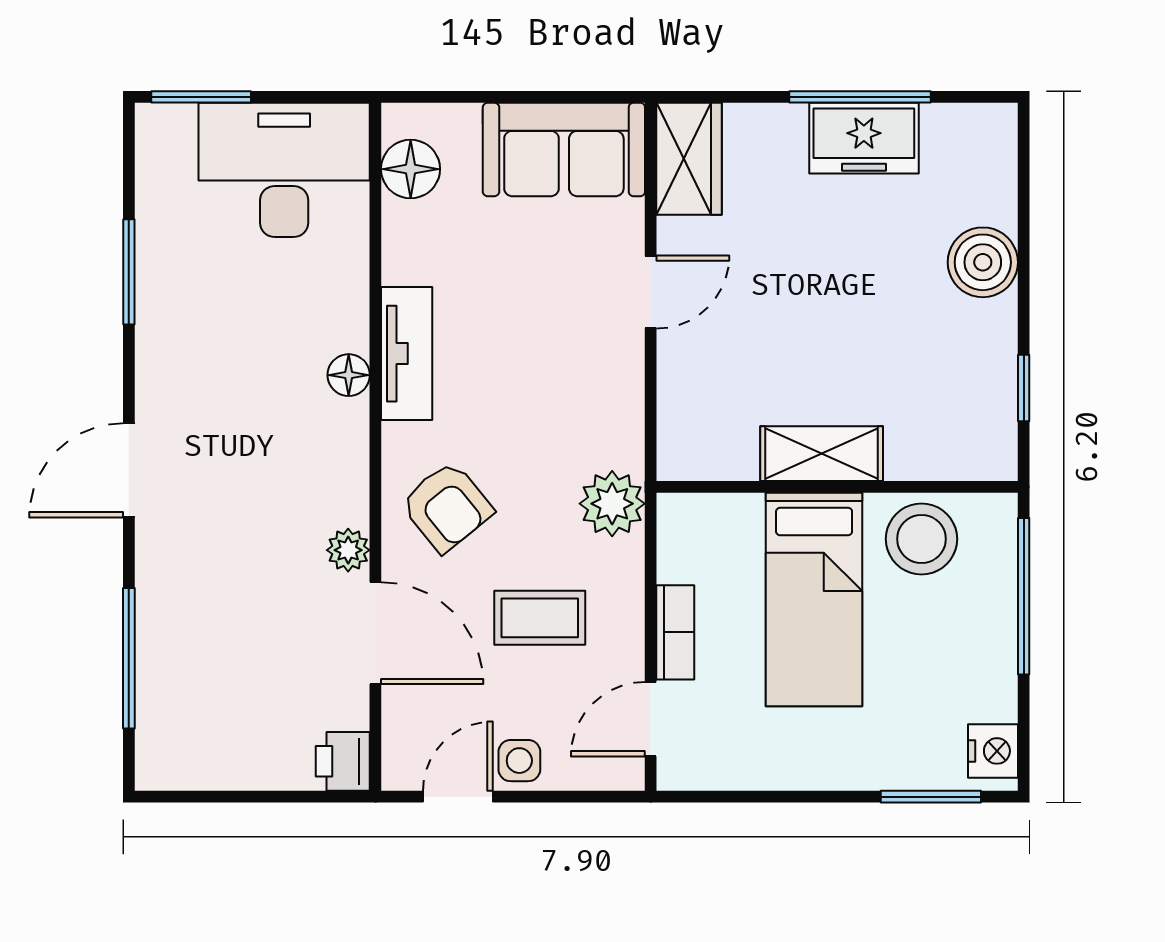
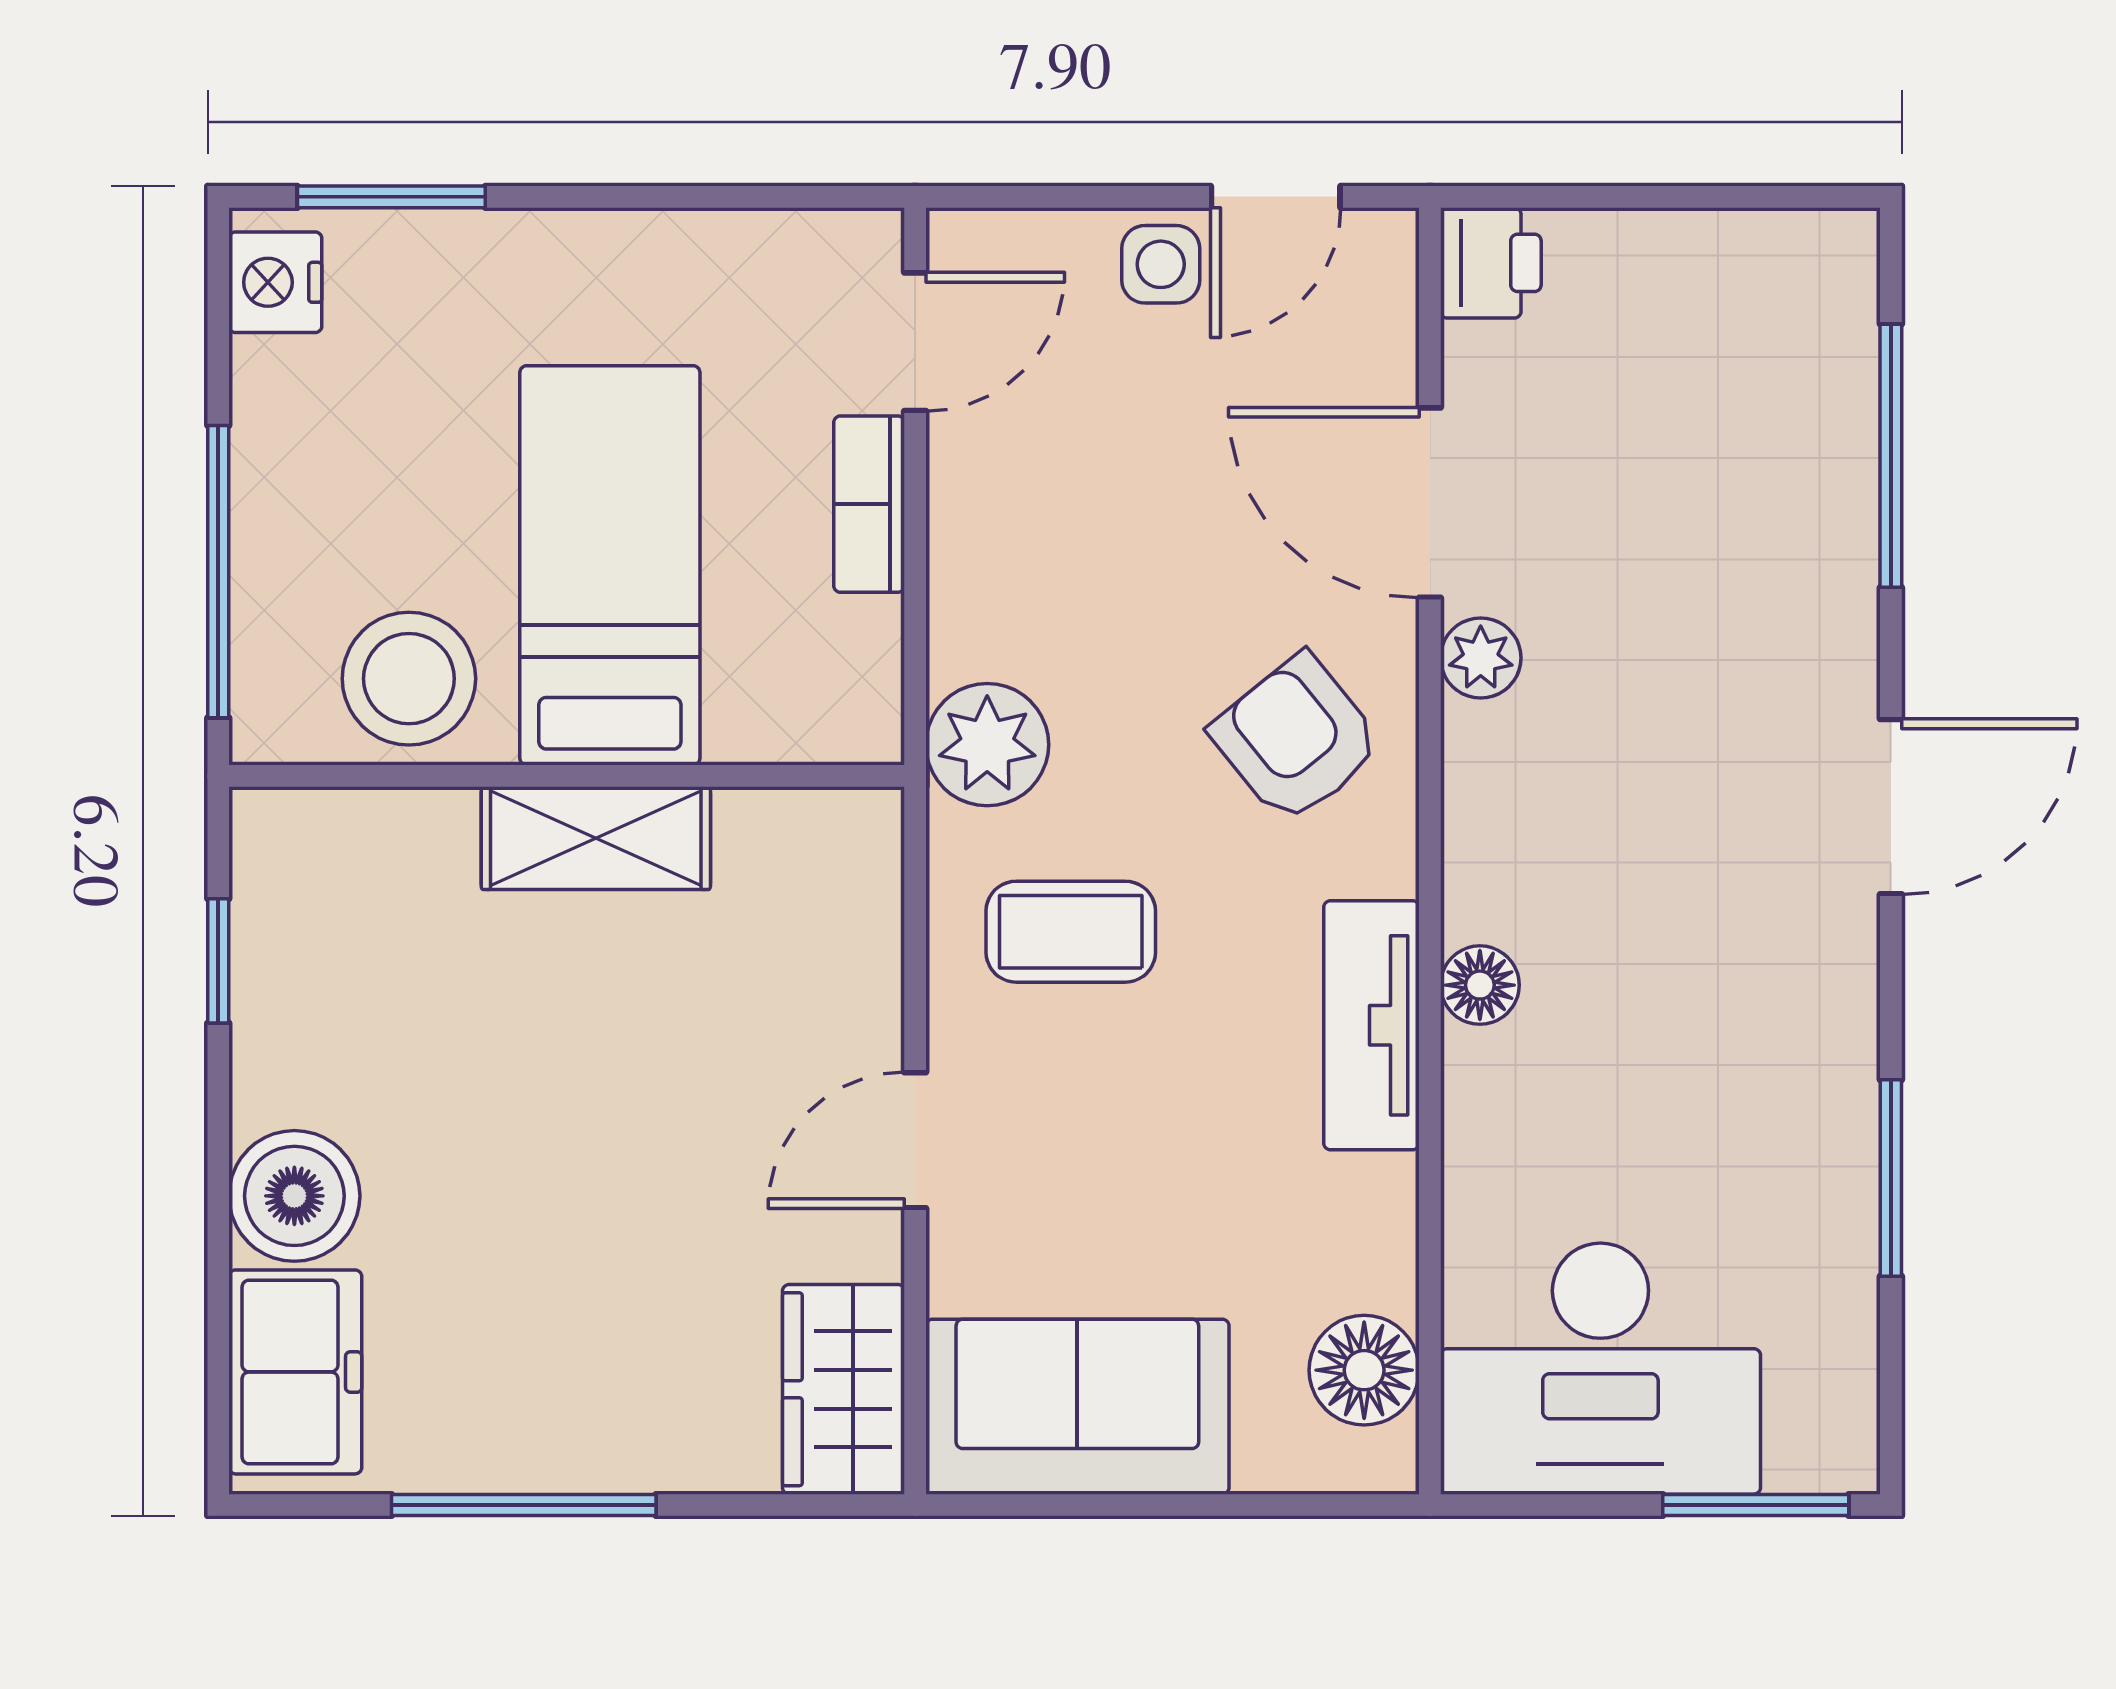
freezer: (864, 138) -> (295, 1372), moved, turned 90
coffee table: (540, 618) -> (1071, 932), moved

